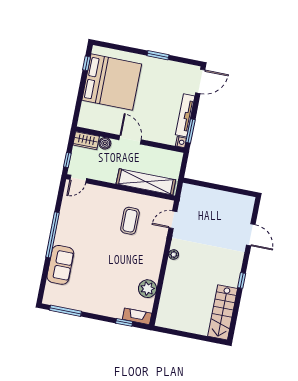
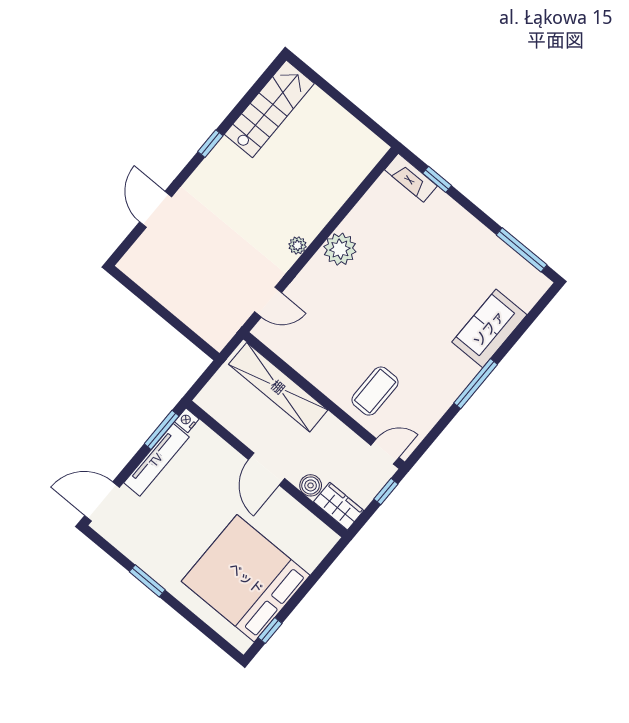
coffee table: (130, 221) -> (375, 391), moved
window: (53, 235) -> (476, 384), width x0.68
plant: (147, 289) -> (340, 249), moved

